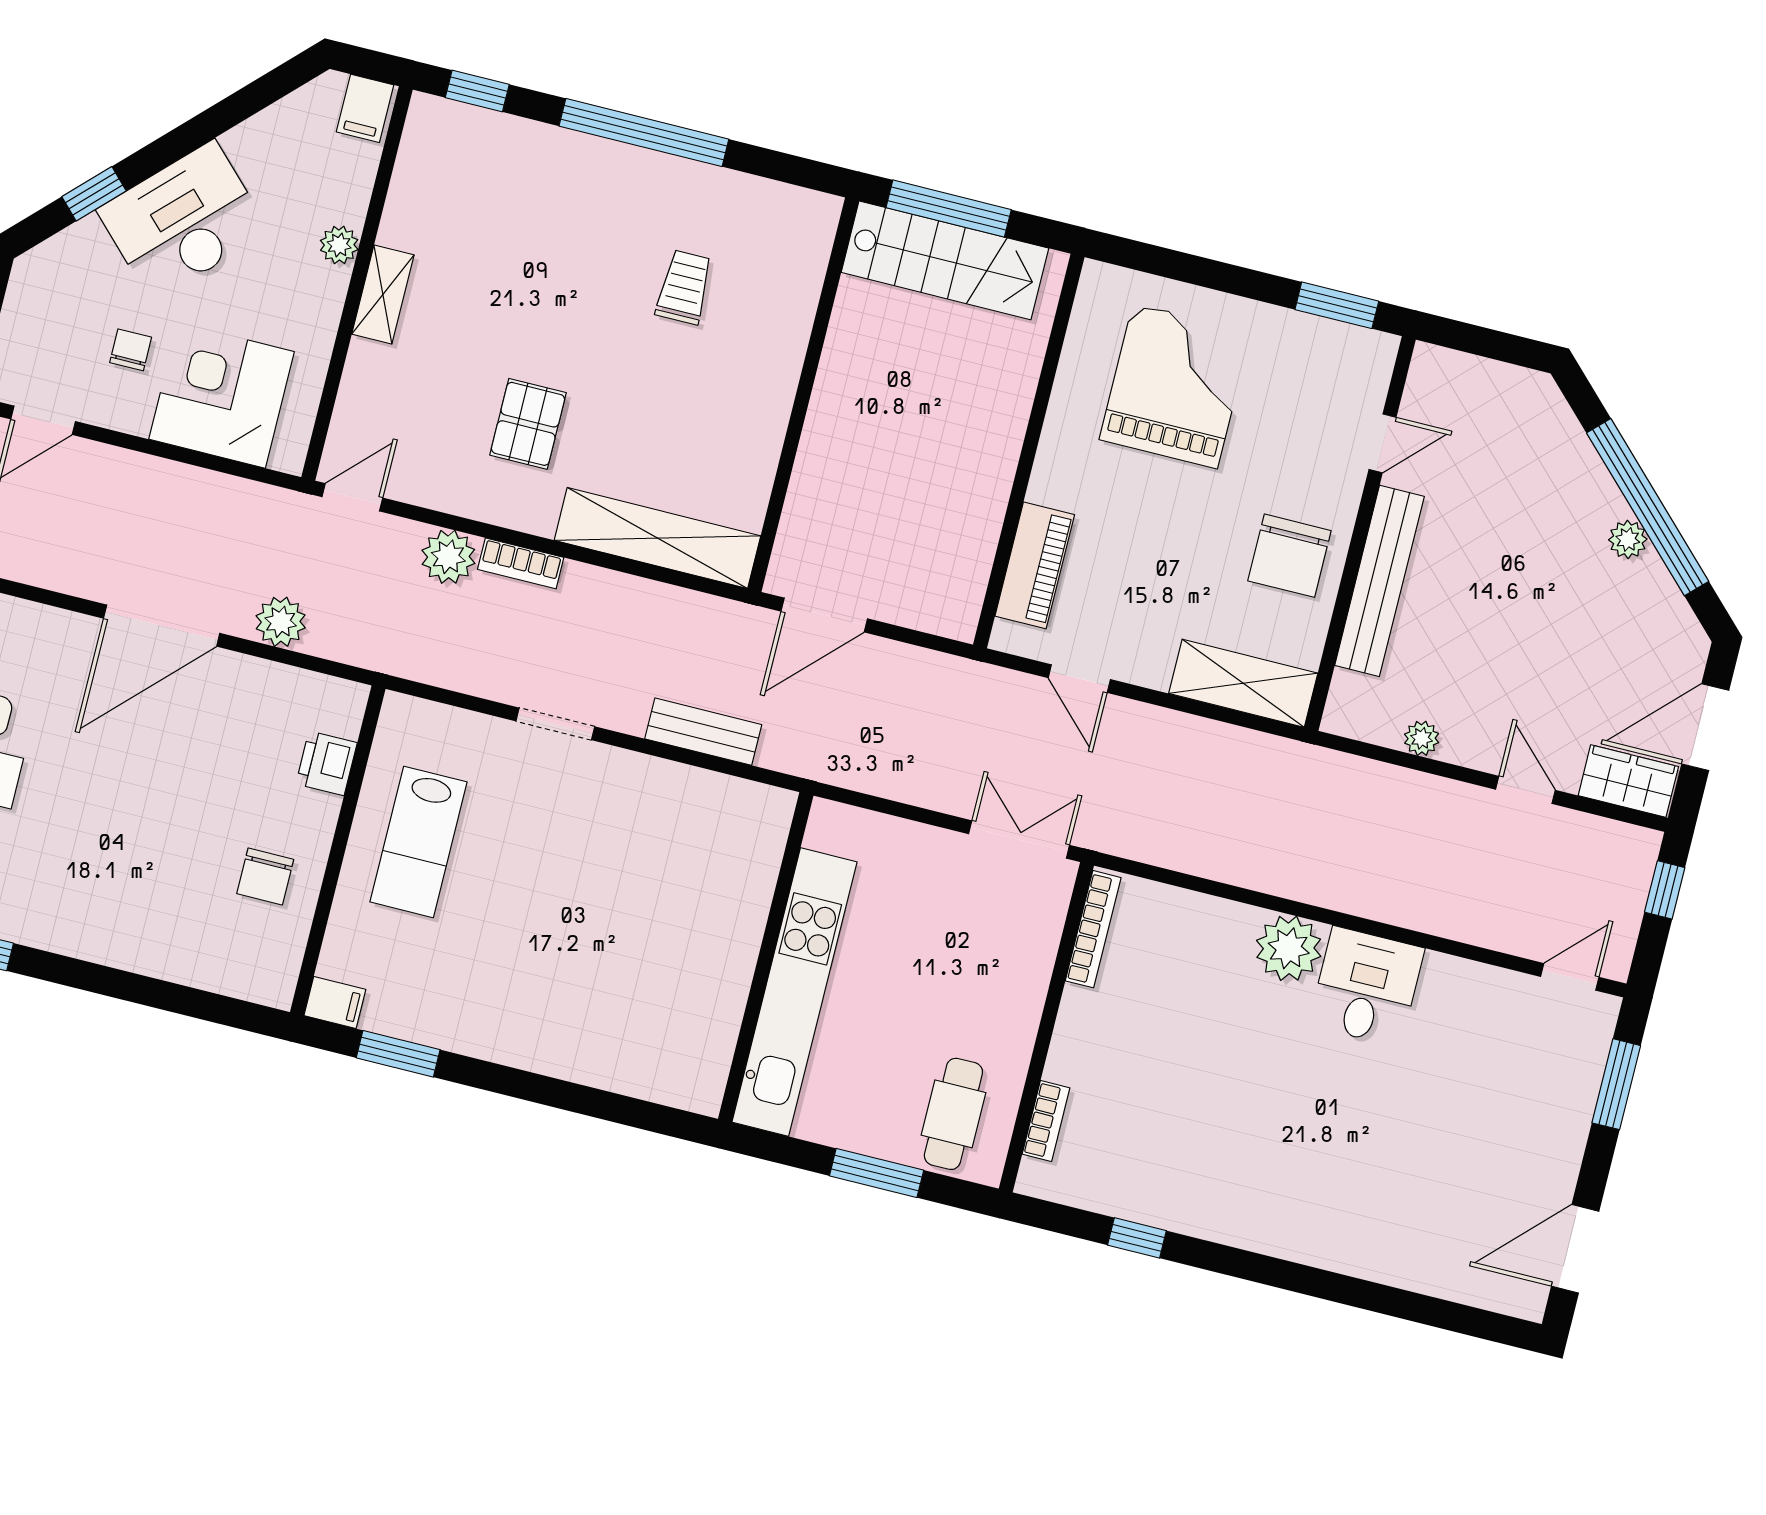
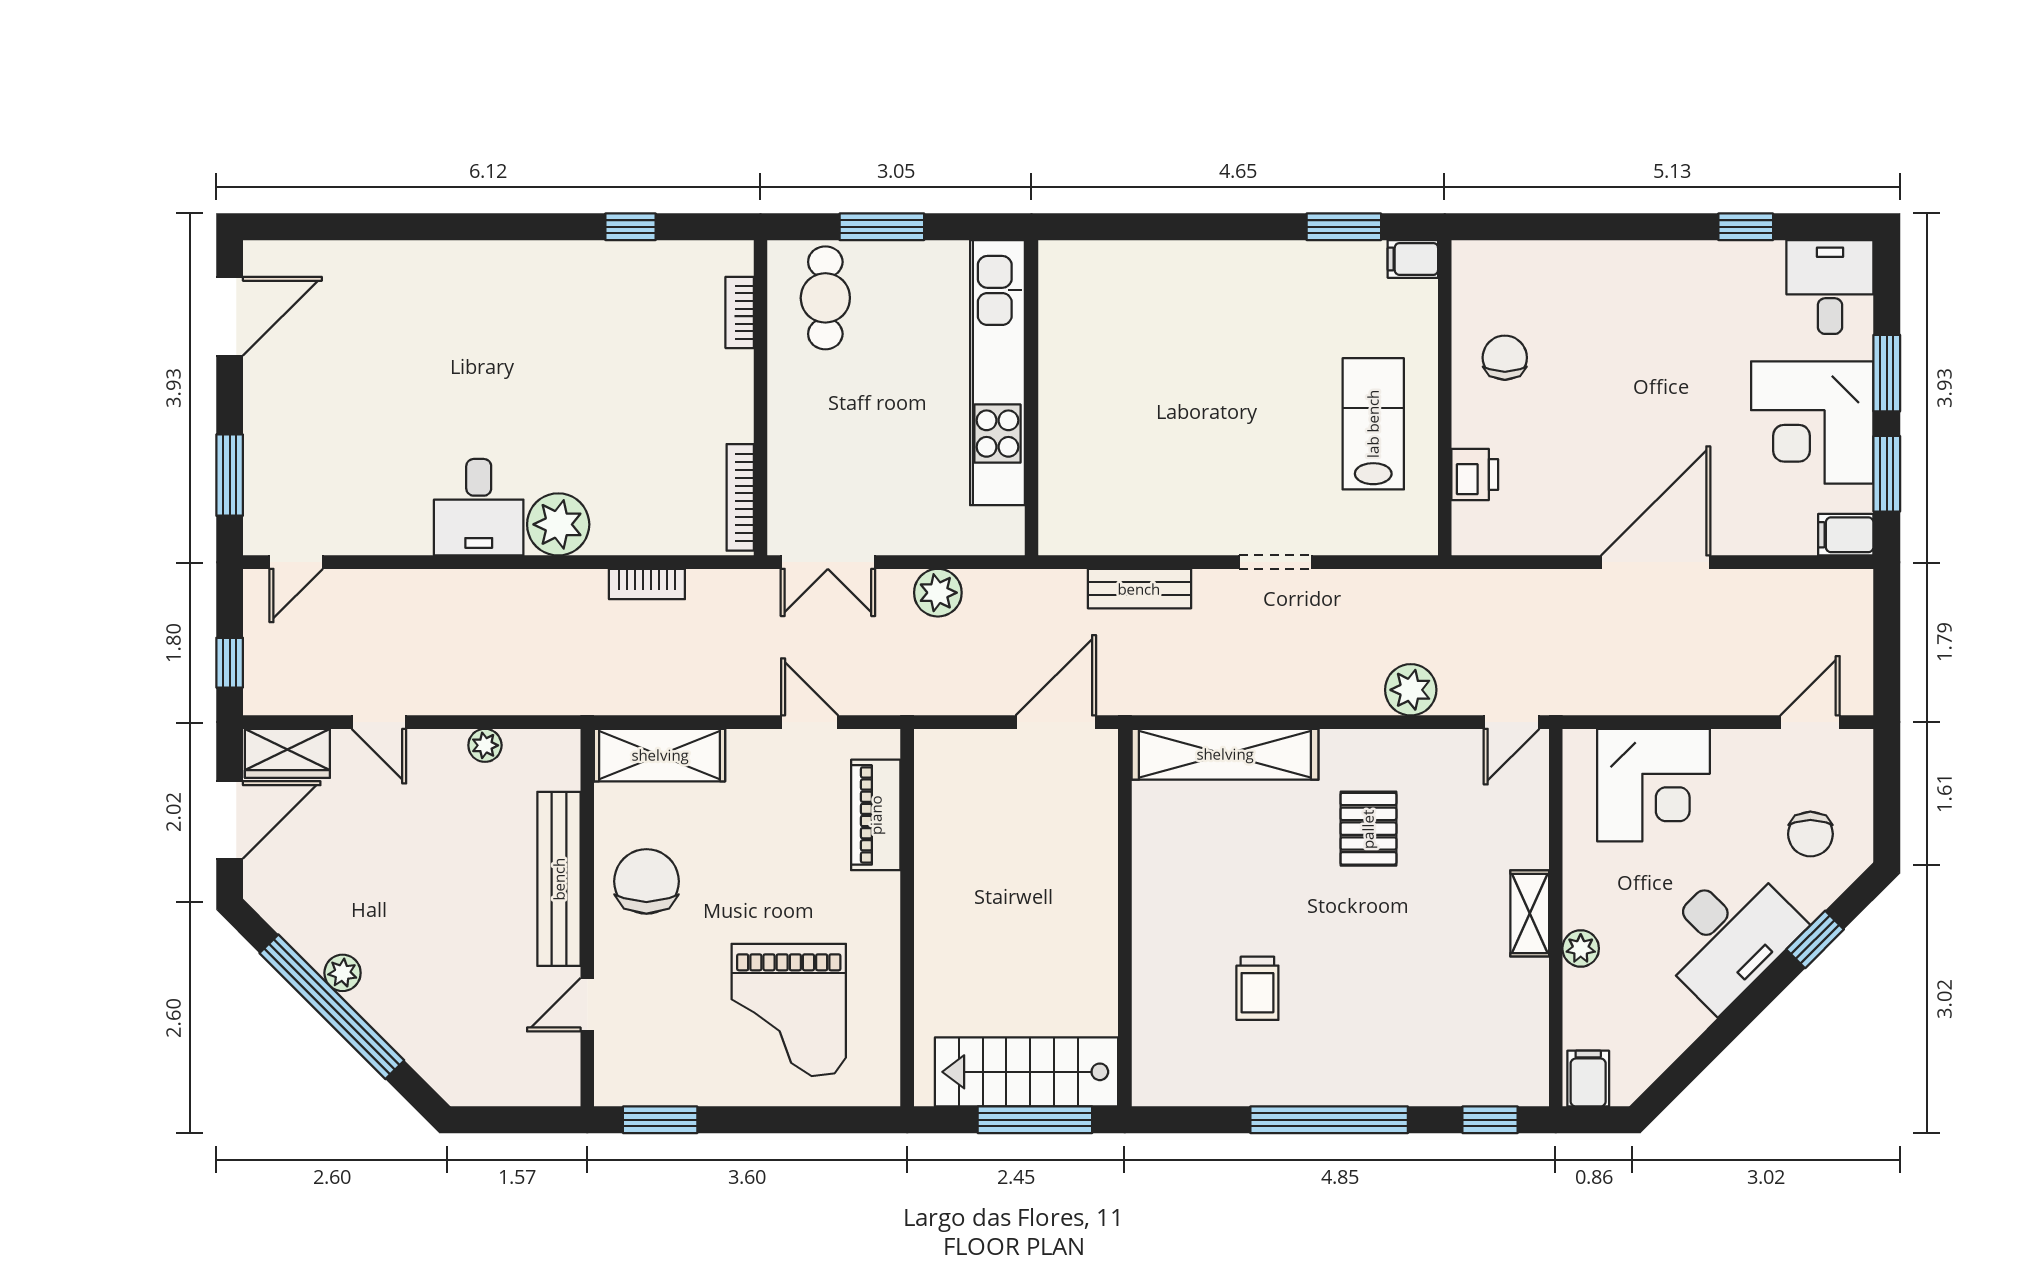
chair: (131, 350) -> (1810, 834), moved, width x1.37, depth x1.37
bookcase: (521, 563) -> (647, 584), moved, turned 180
plant: (281, 622) -> (938, 593), moved

